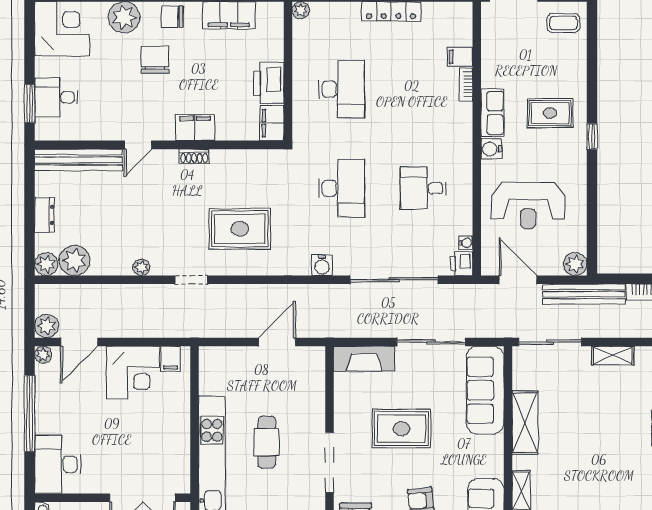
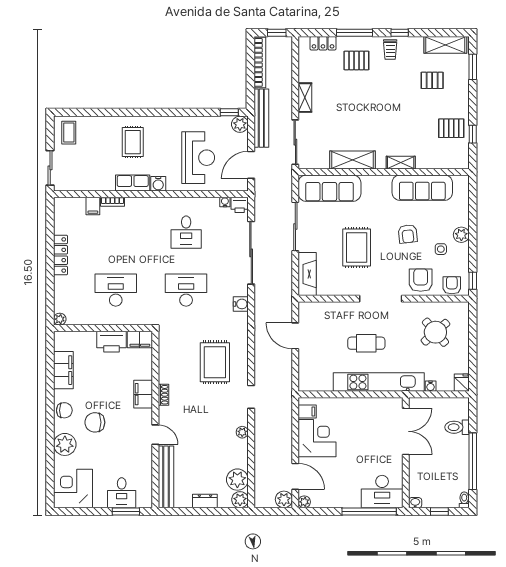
chair: (172, 17) -> (64, 410), turned -90
window: (592, 137) -> (229, 112), moved
window: (30, 413) -> (369, 512), moved

